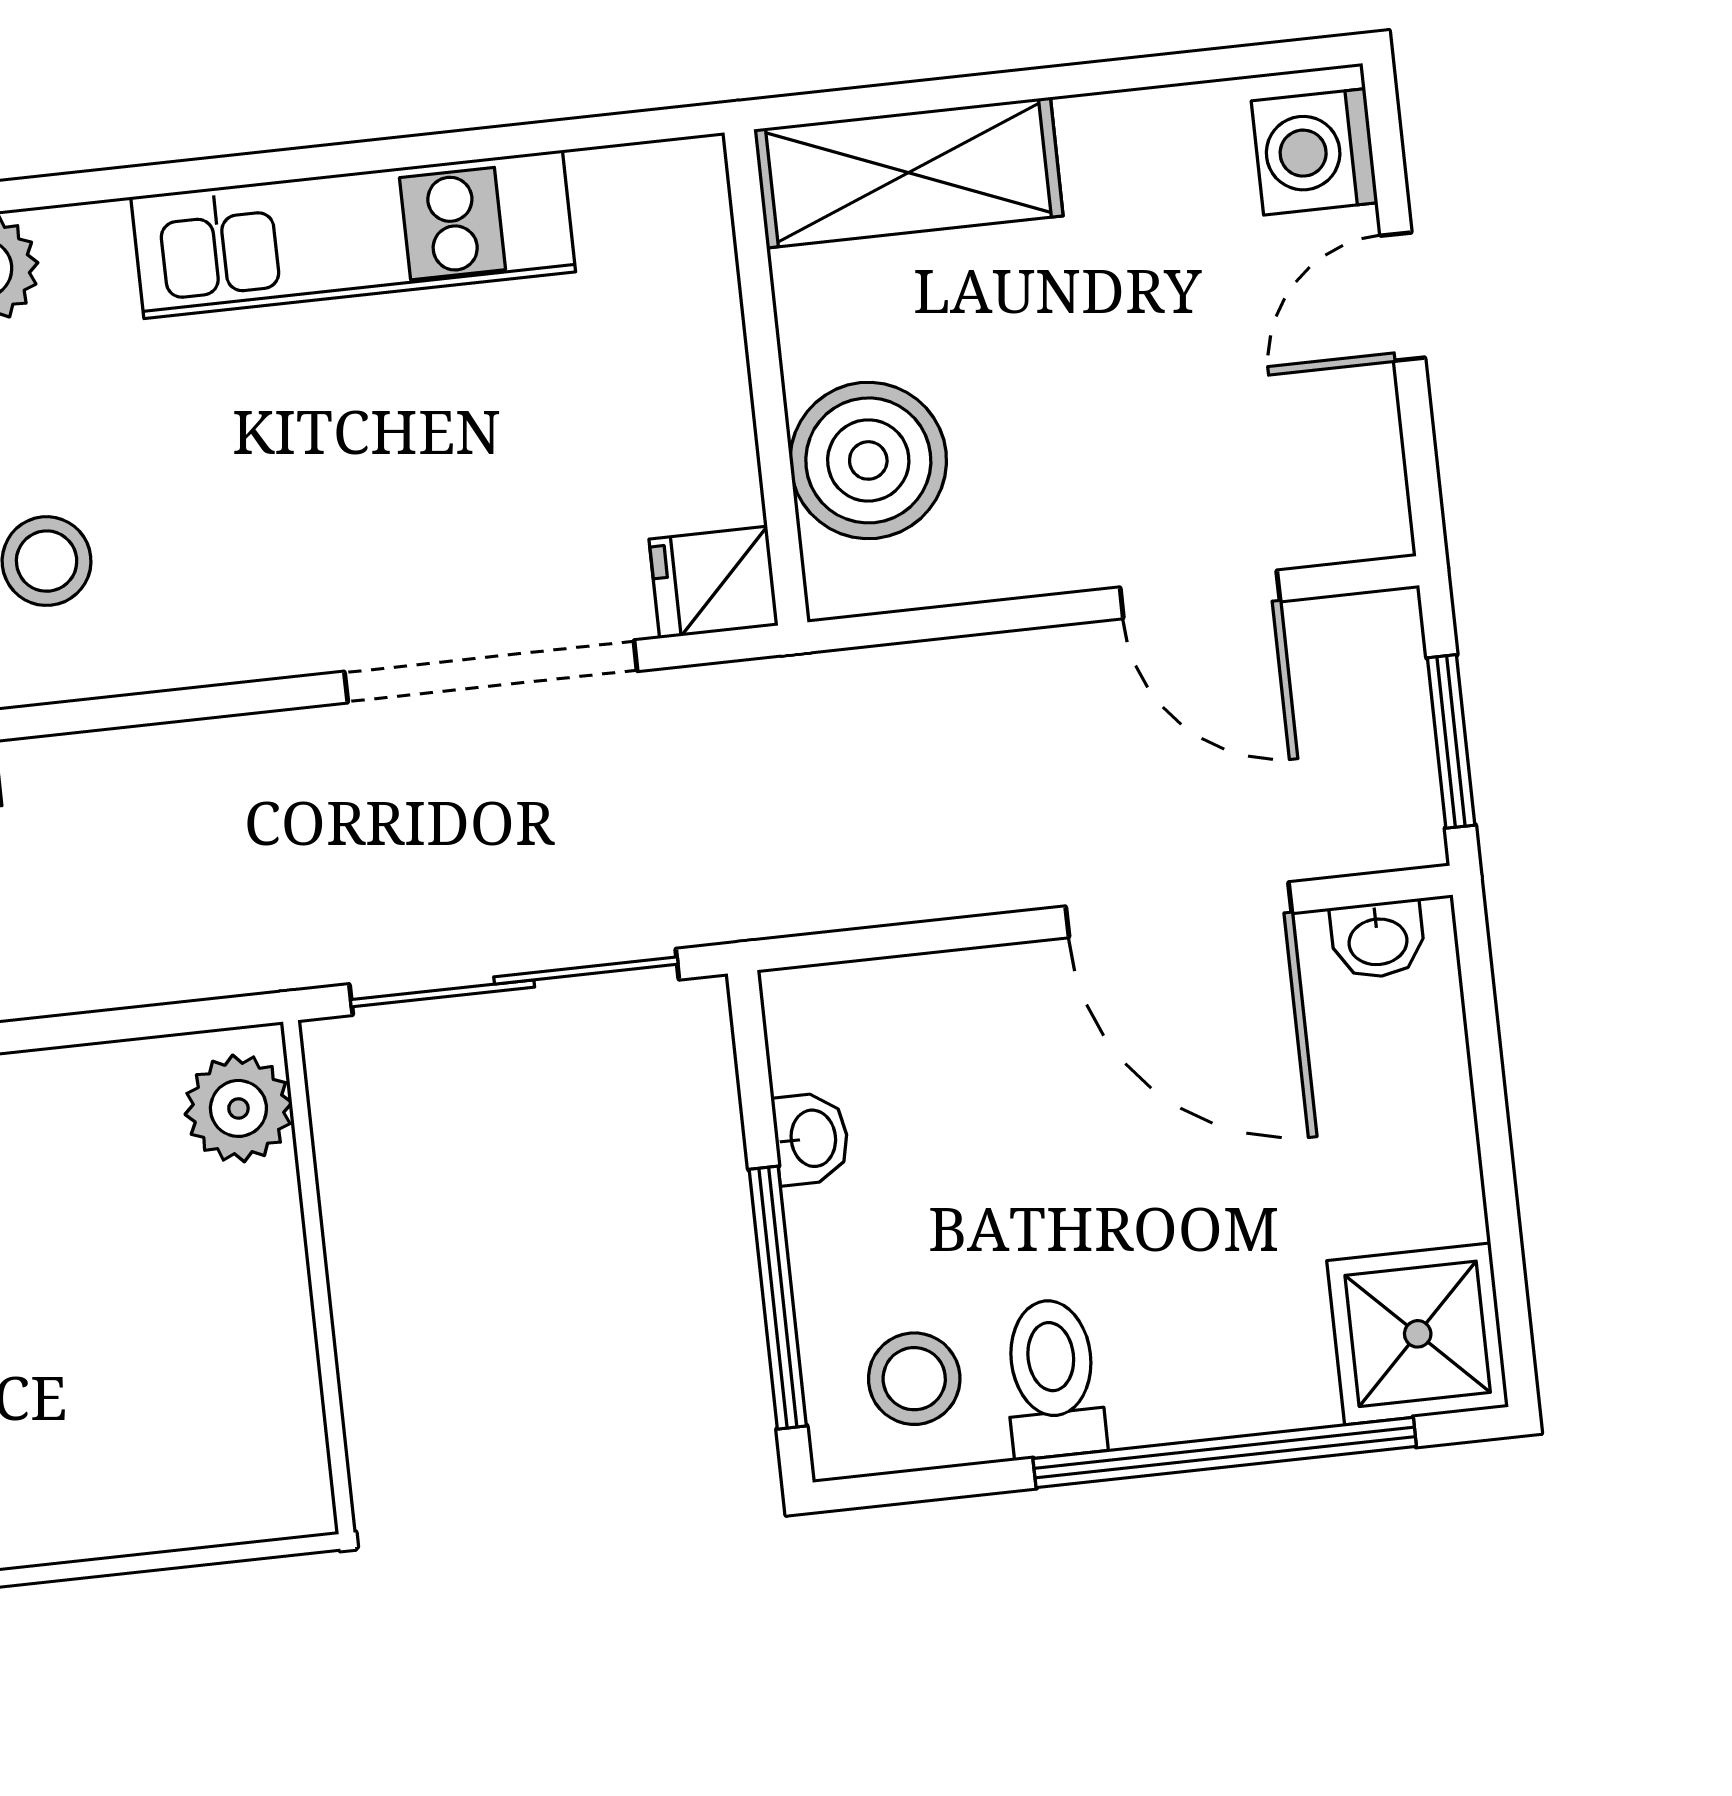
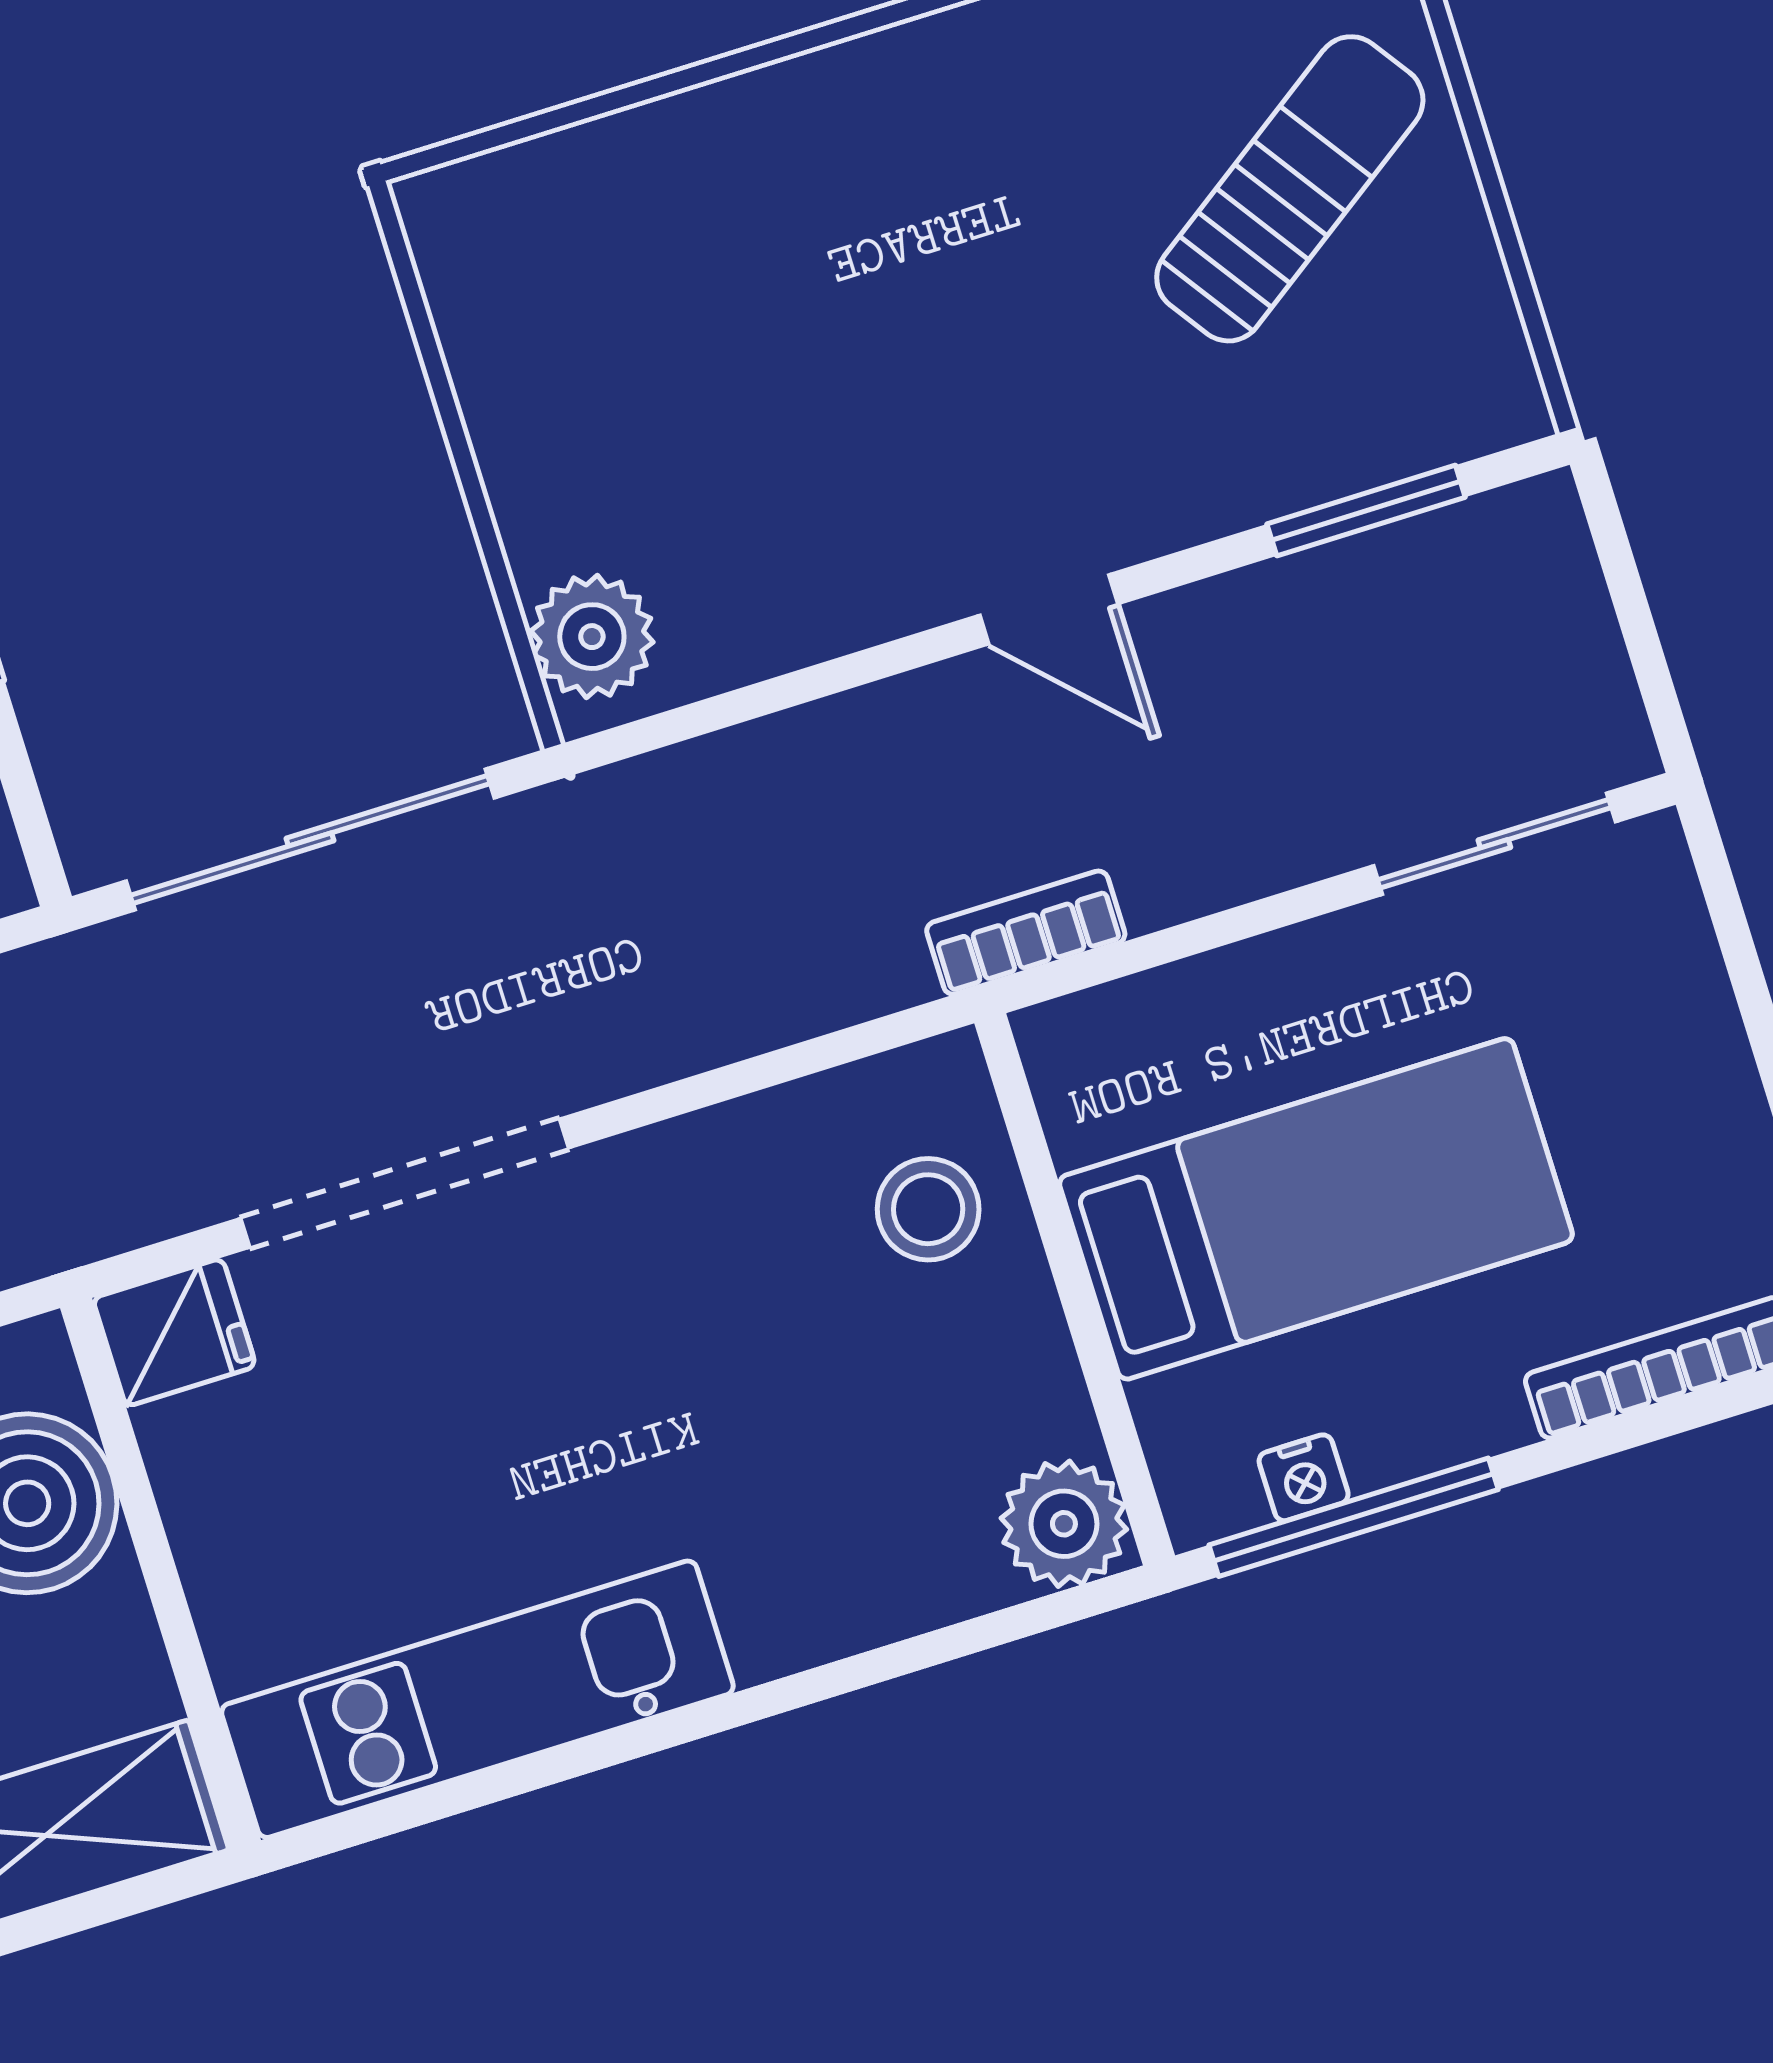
kitchen unit: (353, 234) -> (477, 1699), moved

